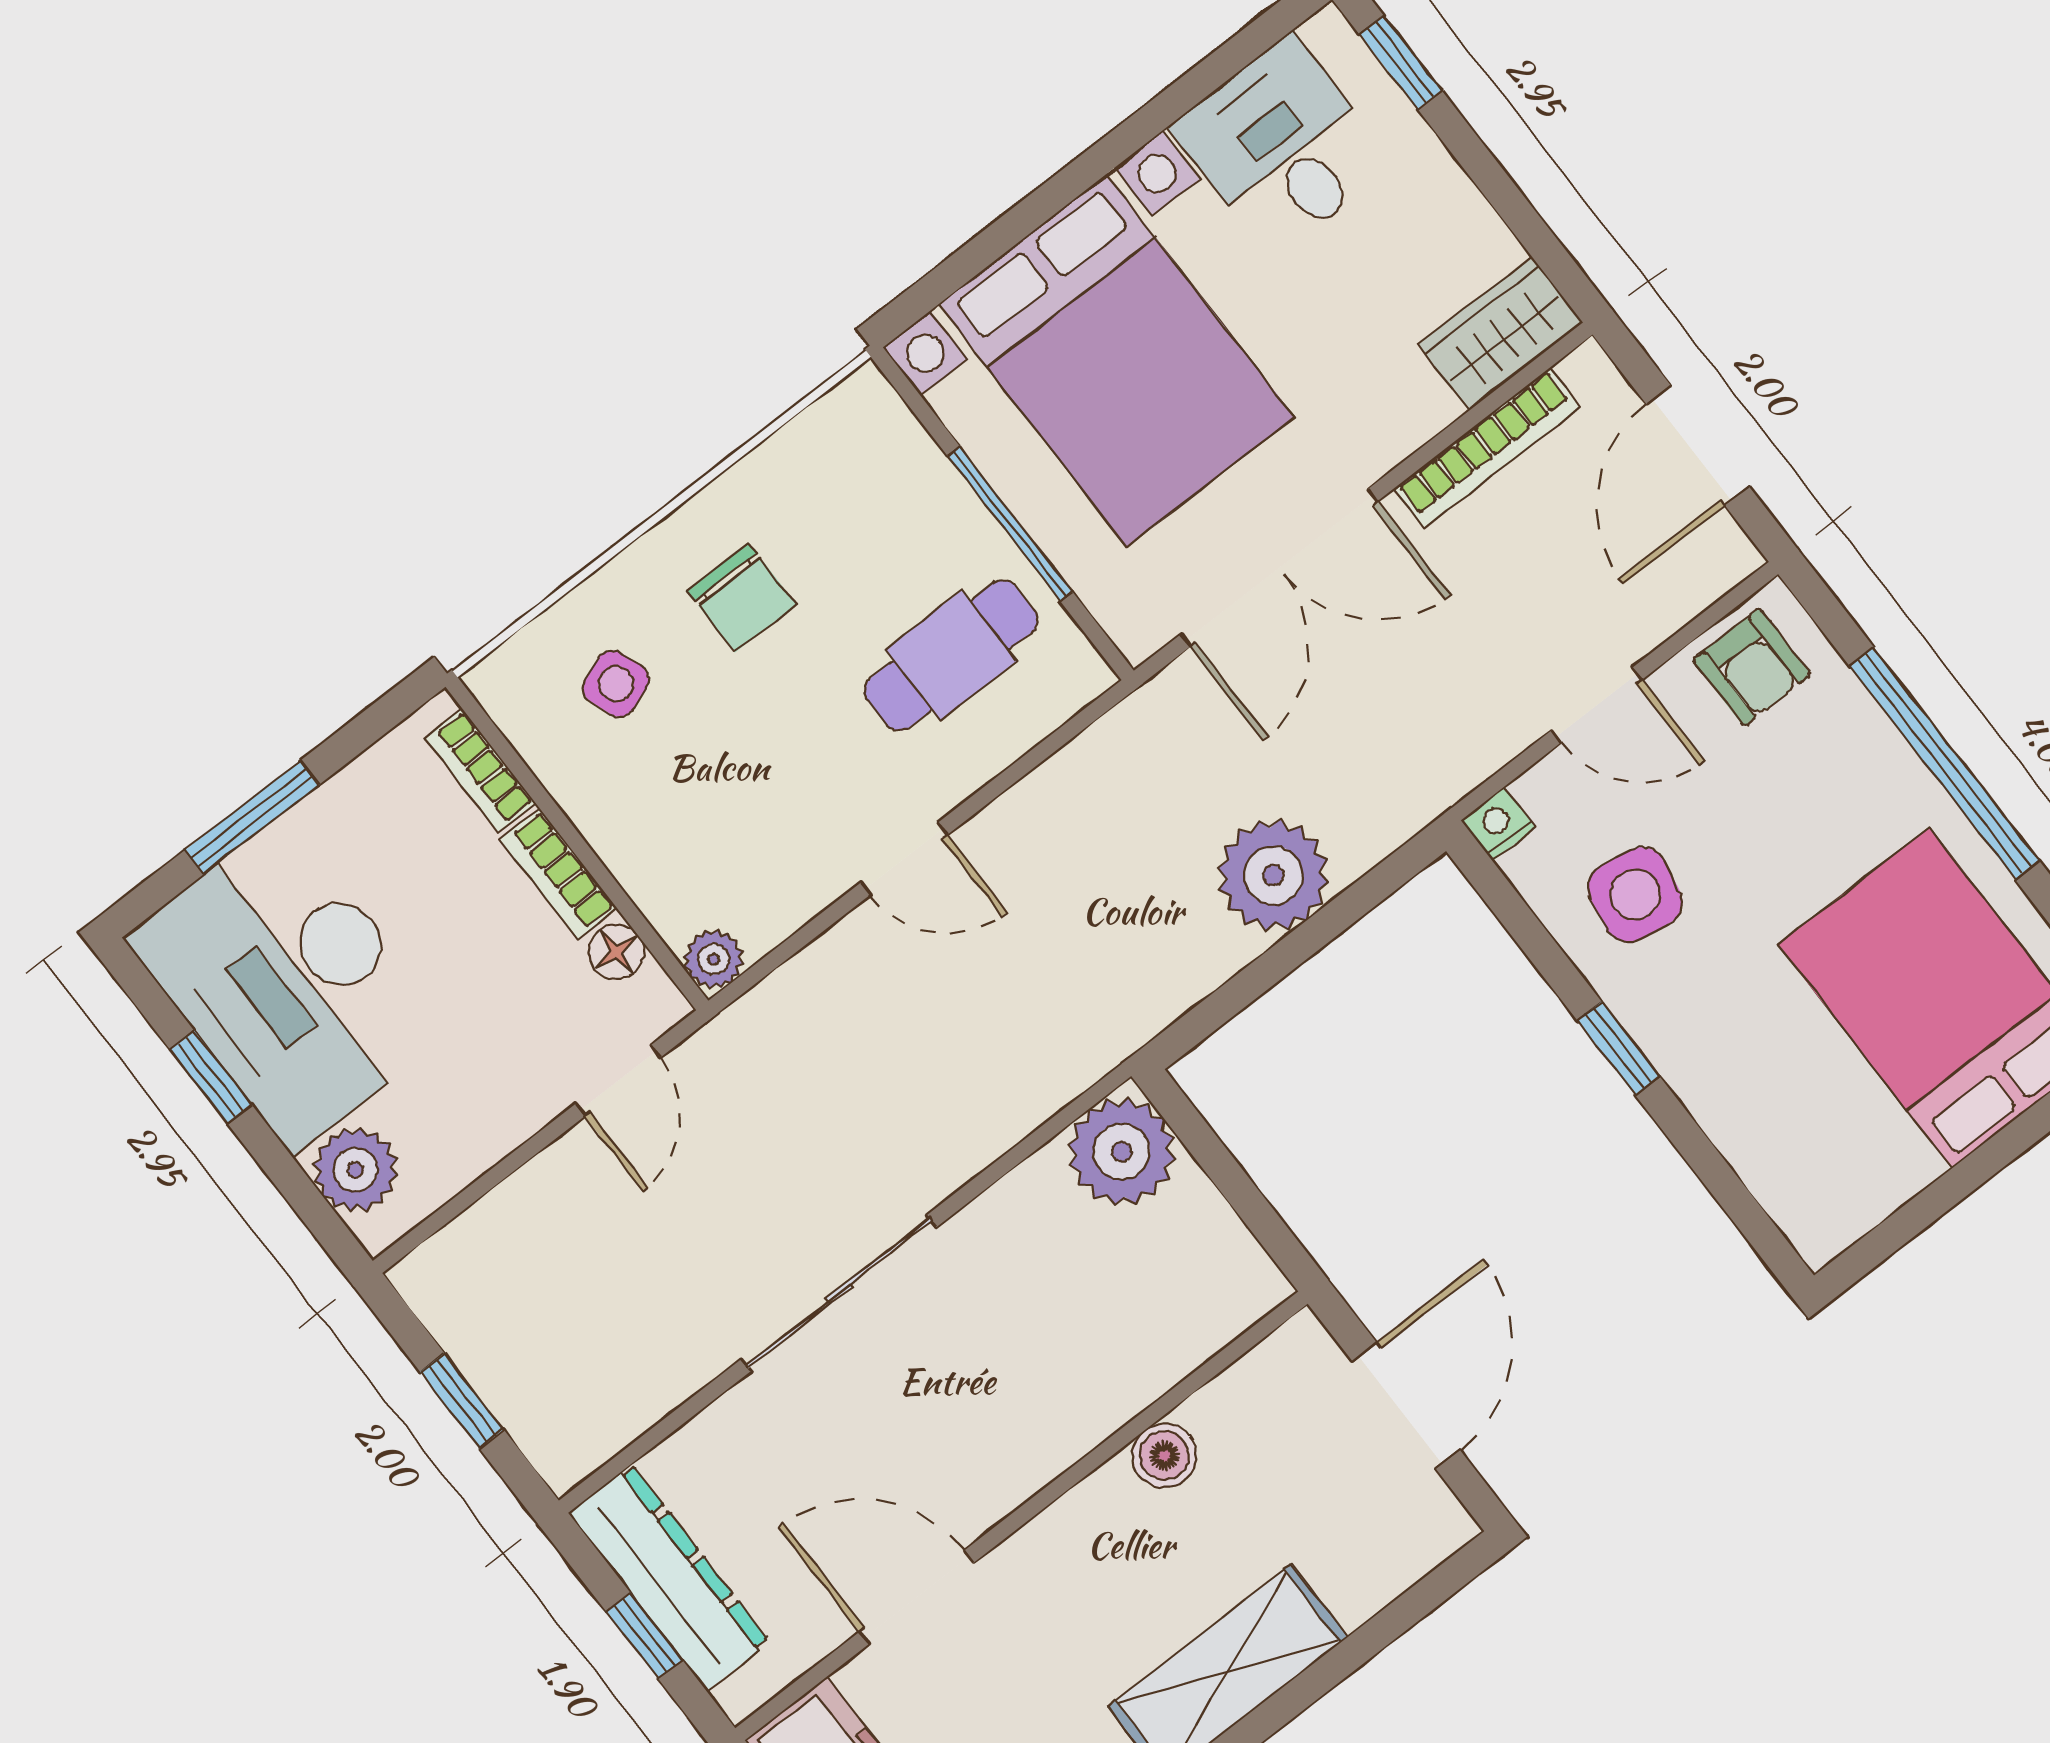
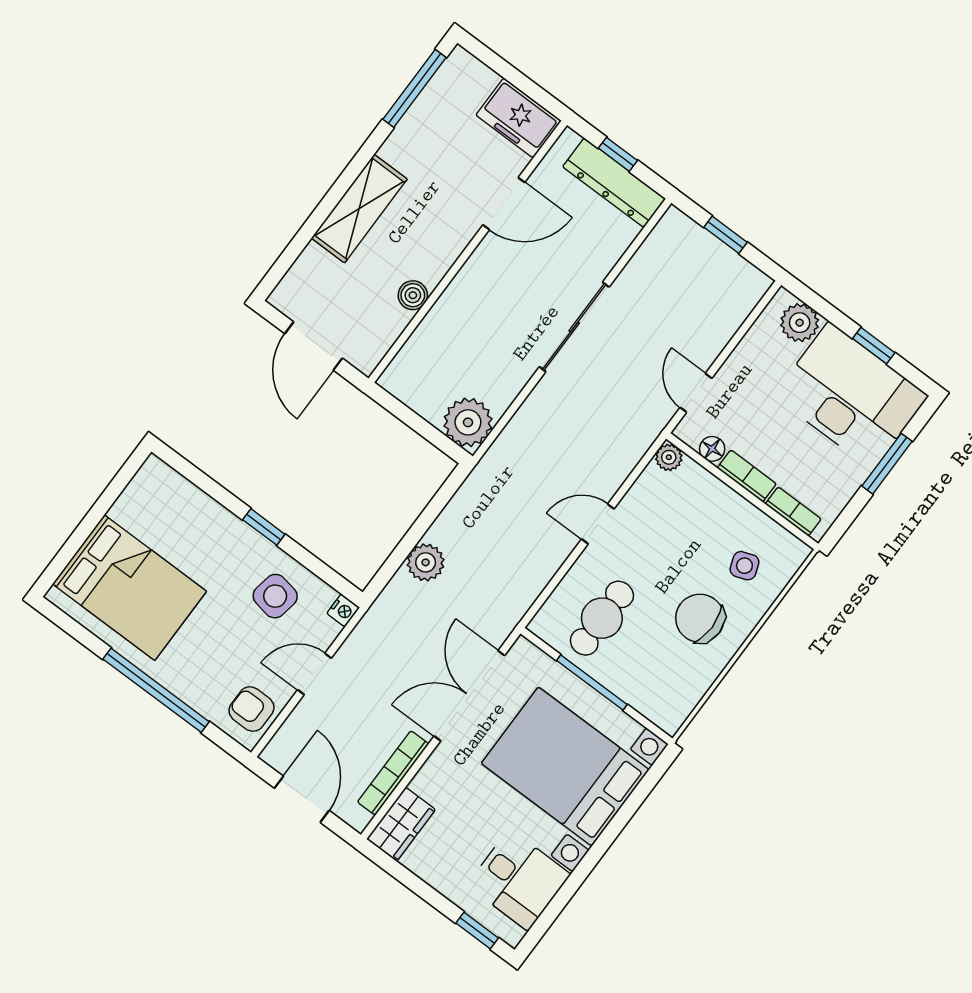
chair: (742, 598) -> (700, 618), width x1.37, depth x1.37
plant: (1273, 875) -> (426, 562), width x0.73, depth x0.73

